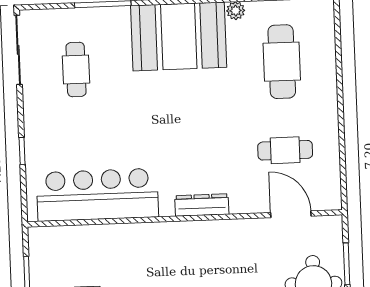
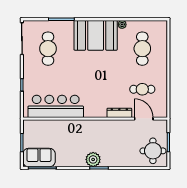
cafe table: (76, 70) -> (48, 49), width x1.37, depth x1.35
dresser: (202, 205) -> (119, 113), moved

